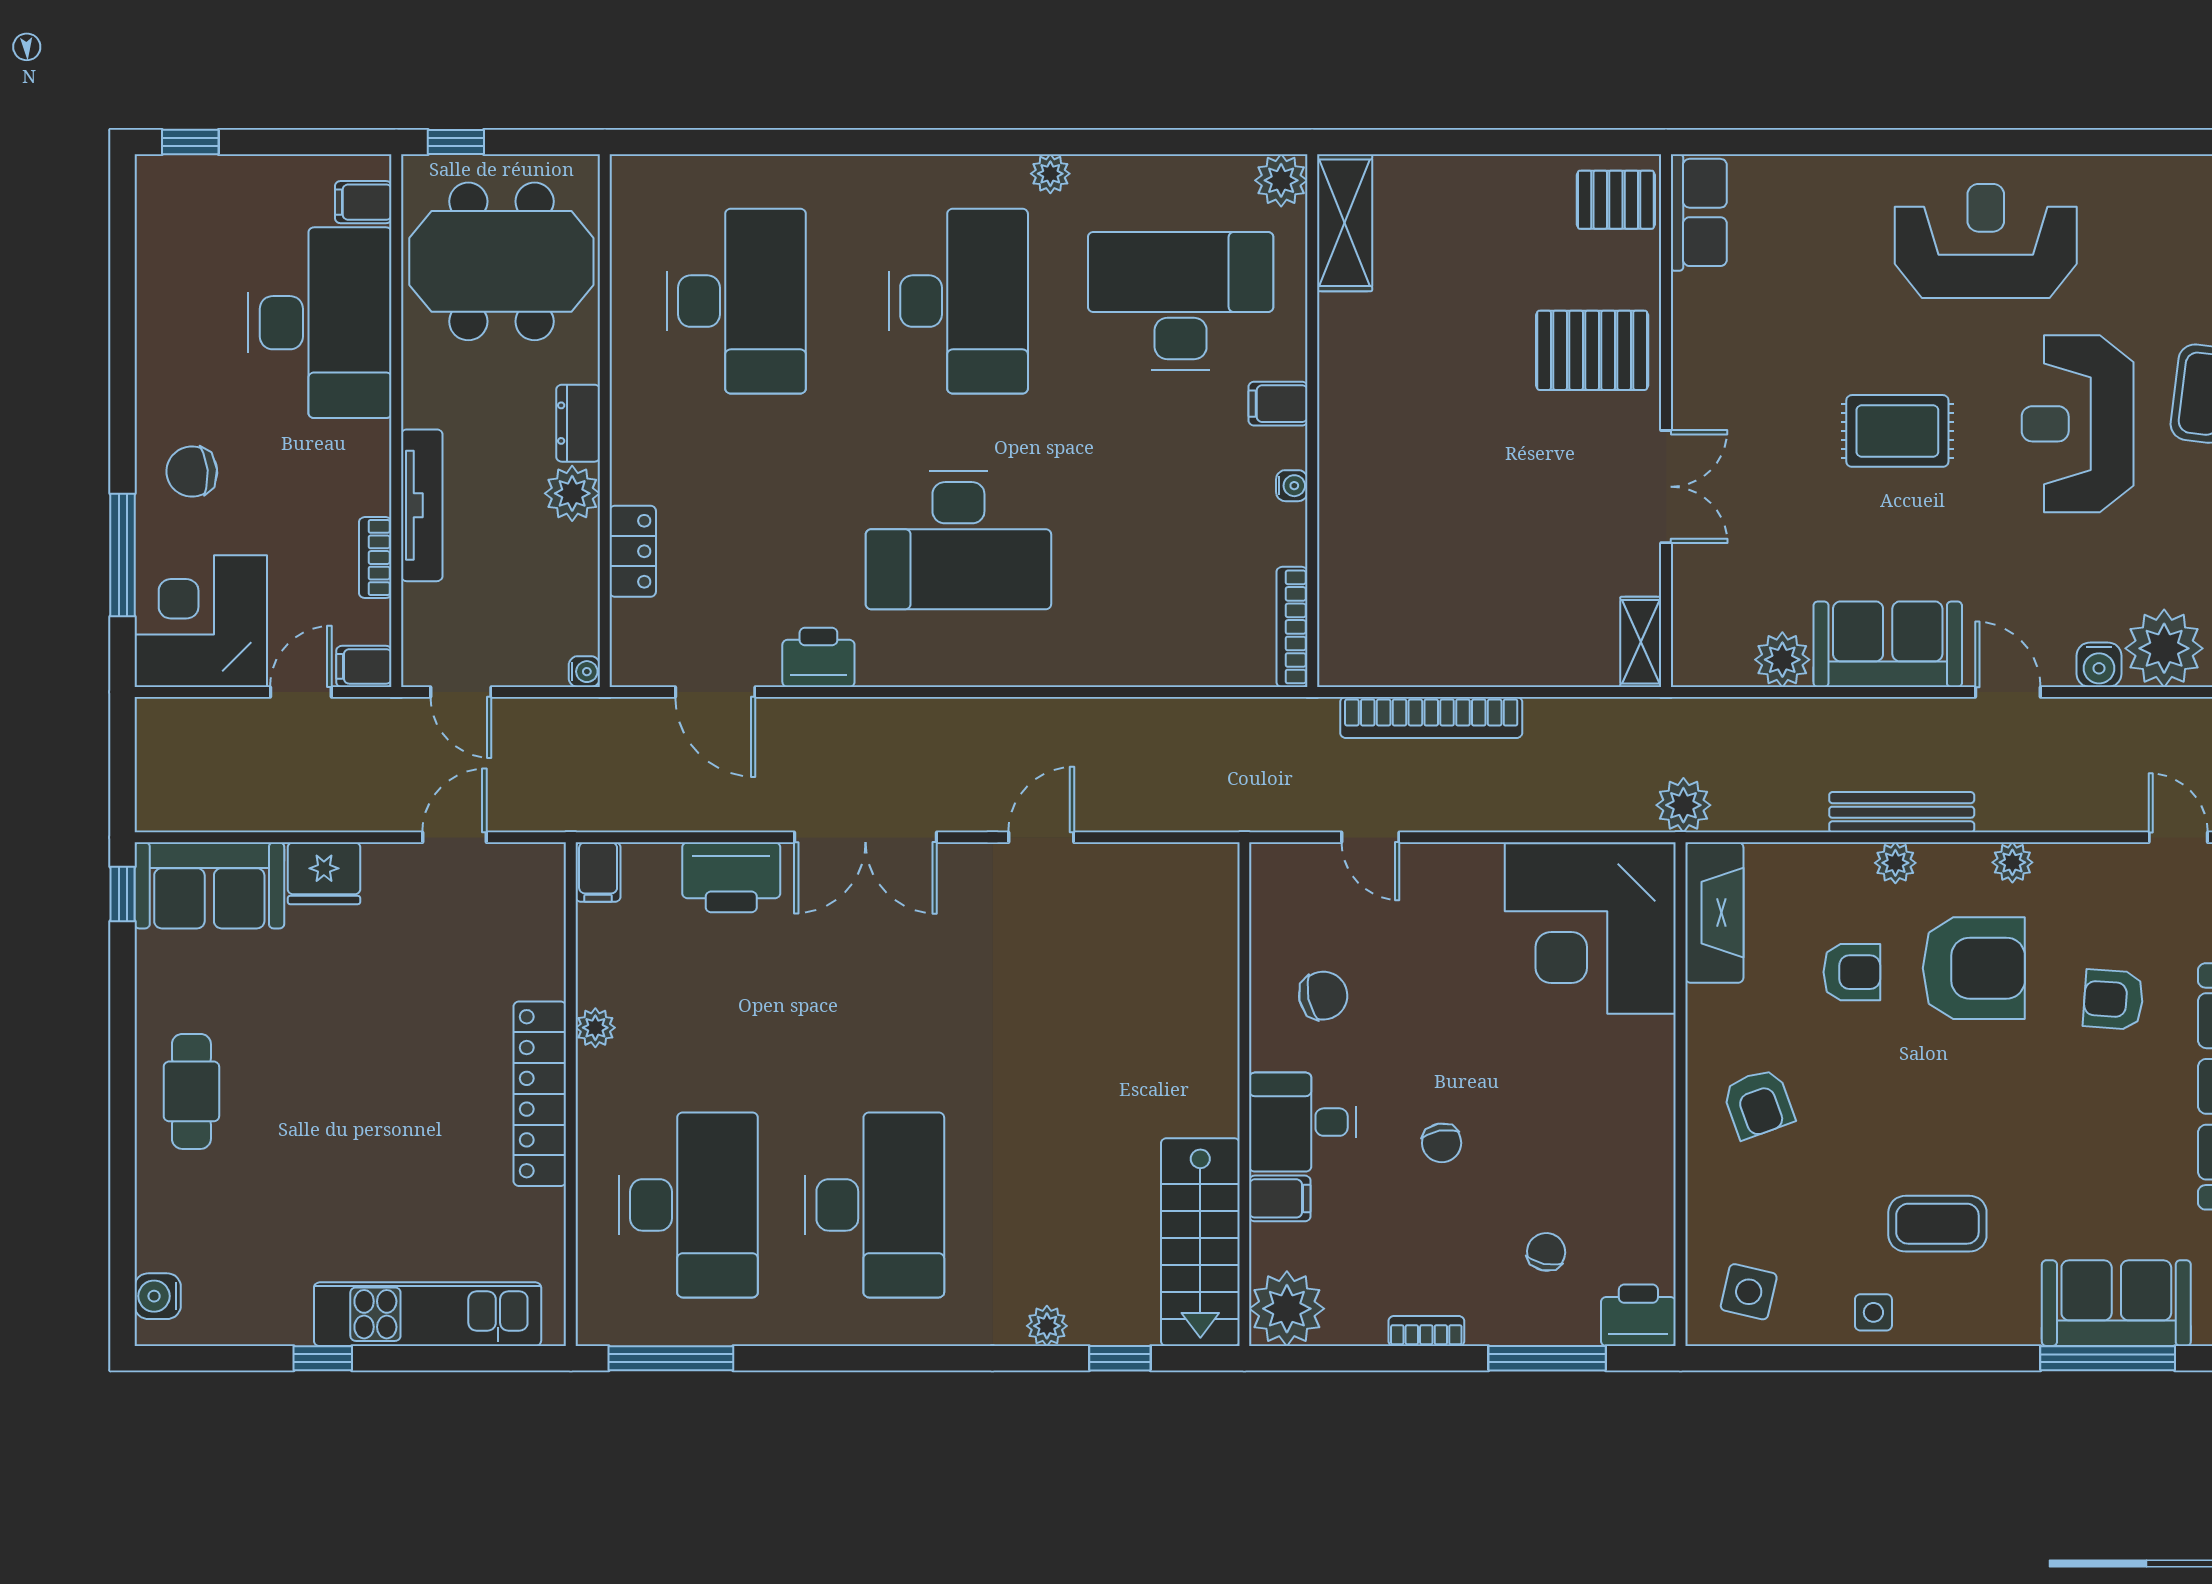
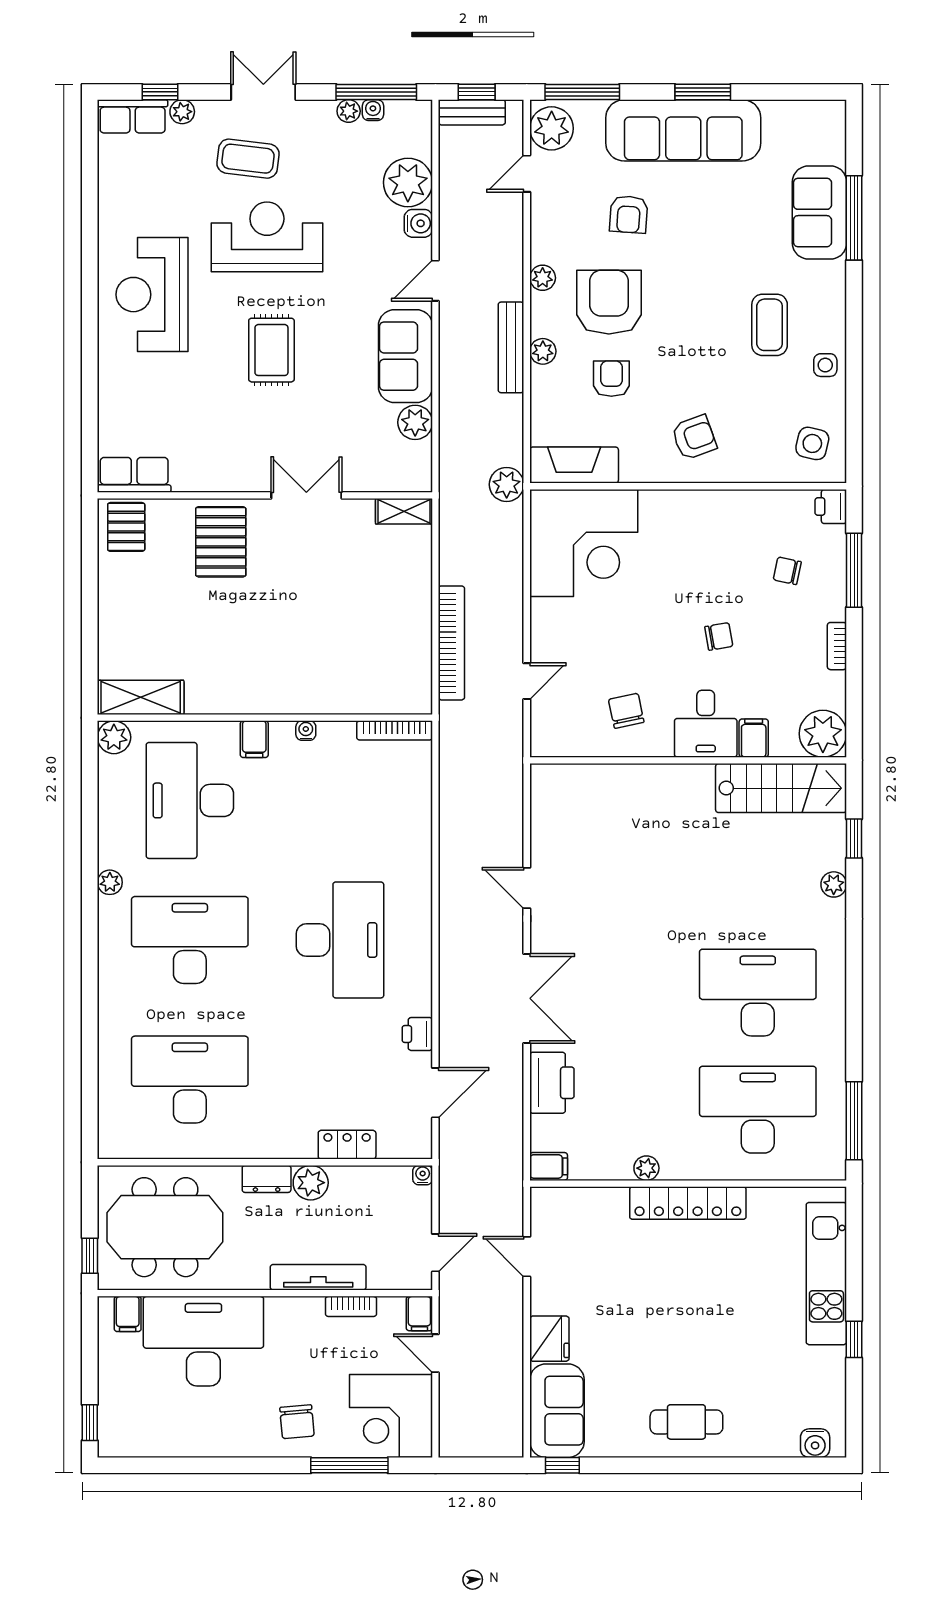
meeting table: (501, 261) -> (165, 1227), turned 90
reception desk: (2078, 424) -> (267, 237), turned 180
printer: (818, 657) -> (417, 1034), width x0.73, depth x0.81
printer: (1638, 1315) -> (831, 507), width x0.73, depth x0.81

